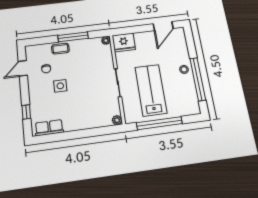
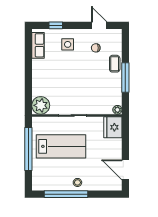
side table: (60, 86) -> (68, 44), moved
plant: (117, 120) -> (41, 105), width x1.88, depth x1.88

